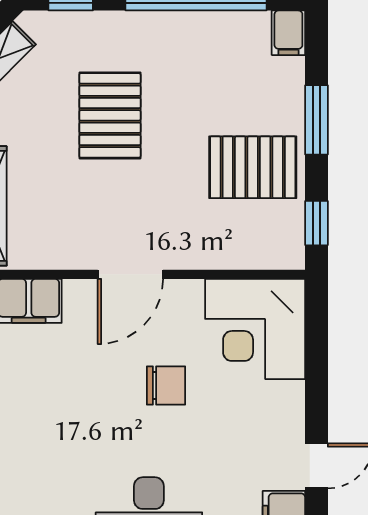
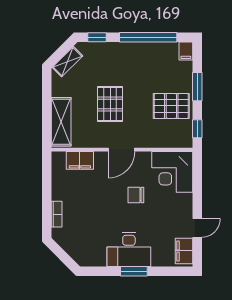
pallet: (110, 115) -> (110, 104), moved
chair: (166, 385) -> (136, 195), turned 180

